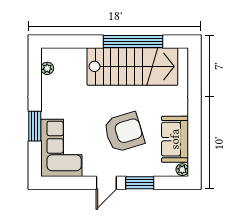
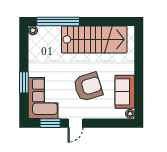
window: (133, 41) -> (58, 21), moved
plant: (47, 68) -> (33, 30), moved
window: (140, 183) -> (50, 123), moved

